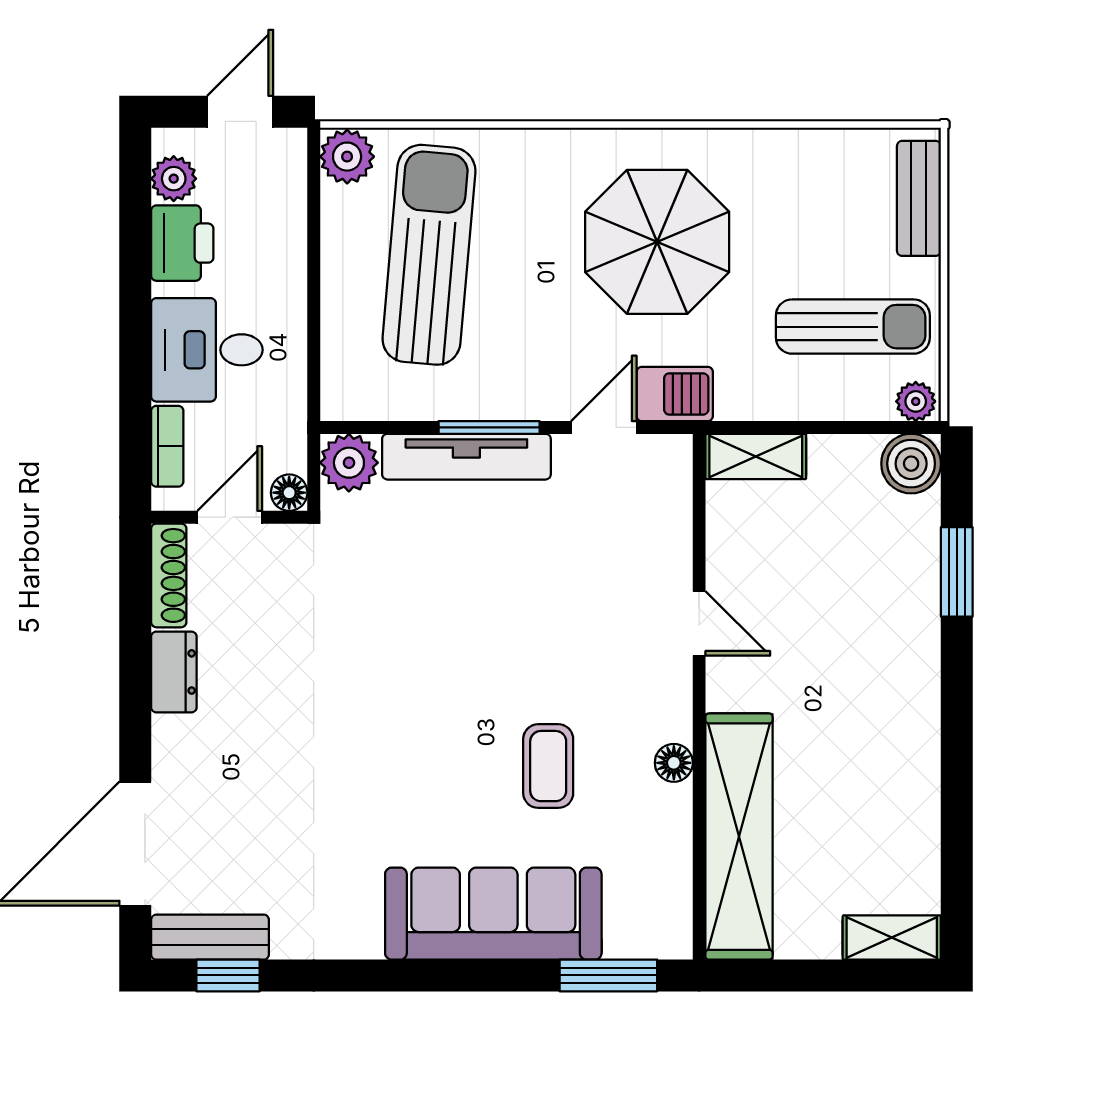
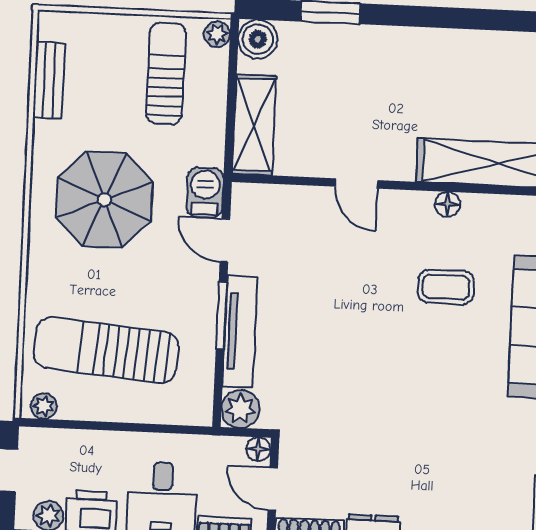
plant: (347, 157) -> (44, 406), width x0.73, depth x0.73
bench: (919, 198) -> (49, 80), moved, turned 90
shelving: (756, 456) -> (254, 125), width x1.50, depth x1.33
door: (699, 623) -> (357, 183), swing flipped

